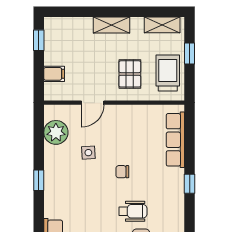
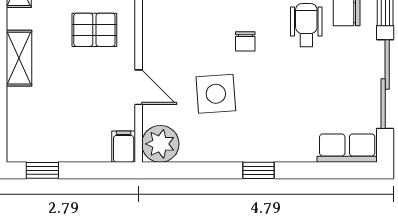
filing cabinet: (54, 74) -> (124, 147), moved
plant: (56, 132) -> (160, 144), moved
side table: (88, 153) -> (216, 94), width x1.87, depth x1.87

